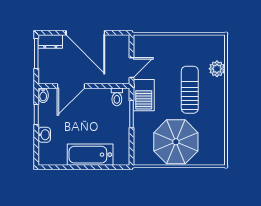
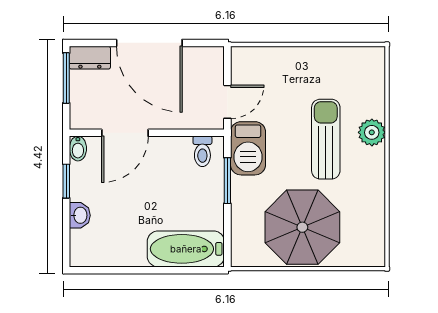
plant: (217, 69) -> (372, 132), moved
bathtub: (90, 155) -> (186, 249), moved

